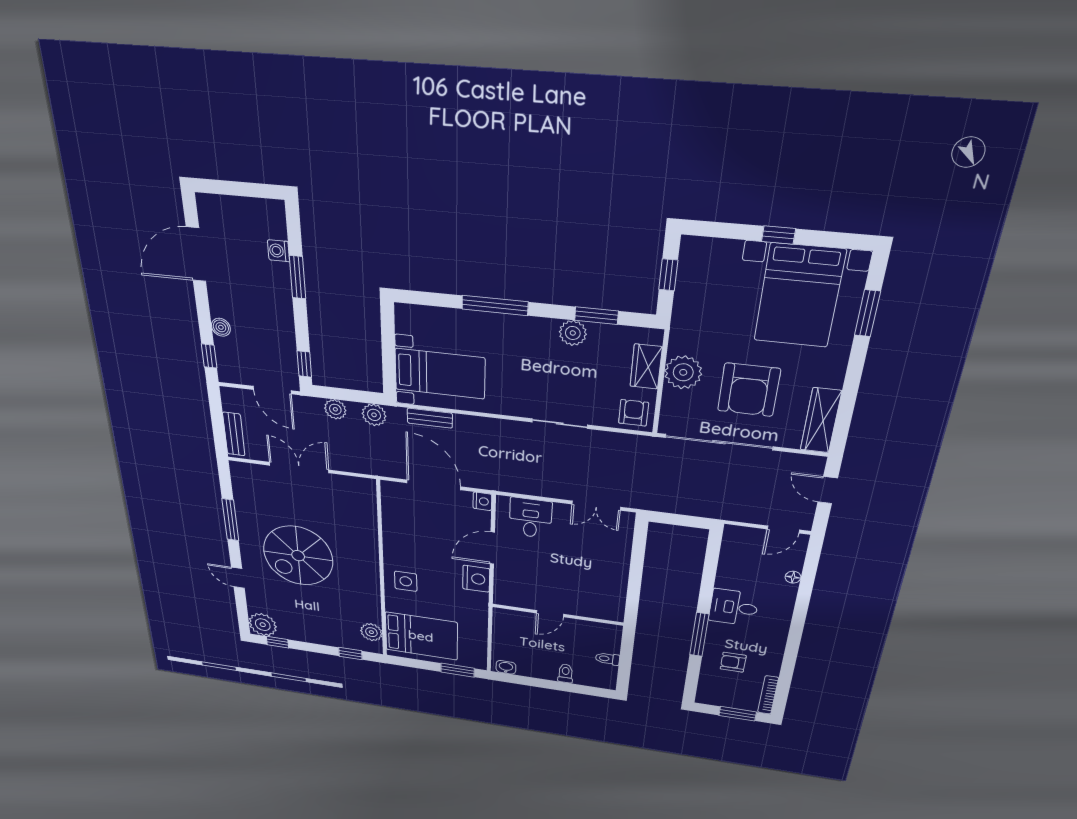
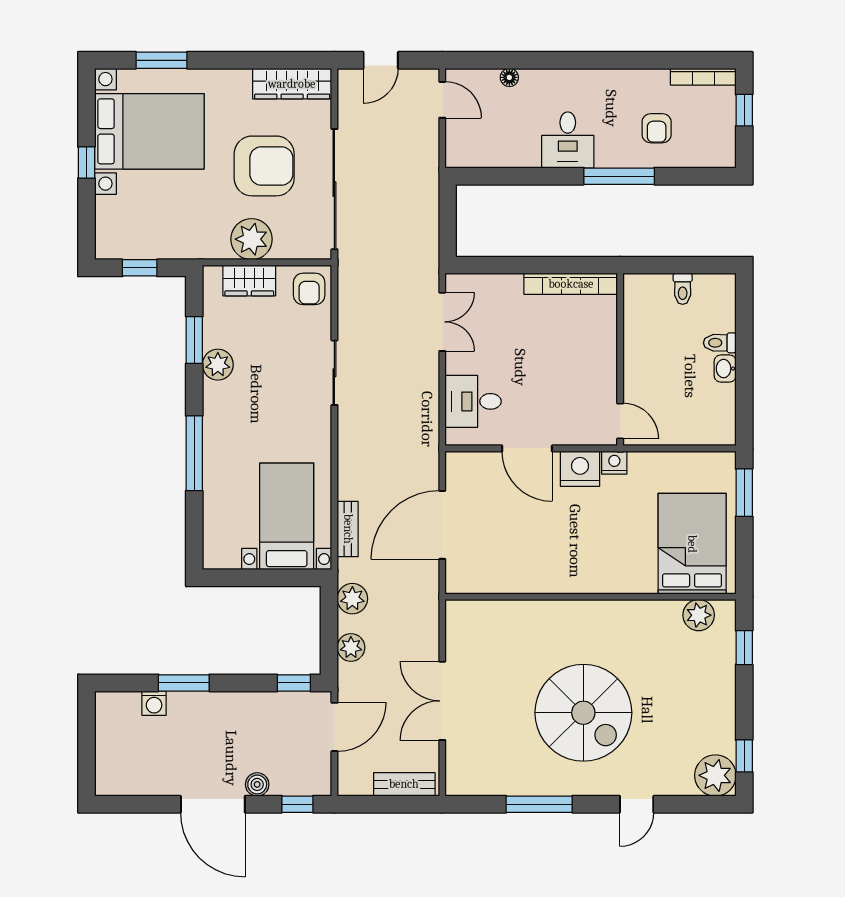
door: (196, 254) -> (213, 804), moved
armchair: (634, 413) -> (309, 289), turned -90
nightstand: (482, 501) -> (614, 463), moved
side table: (406, 581) -> (601, 564), removed
bookcase: (618, 593) -> (571, 284), added
door: (550, 614) -> (620, 421), moved
washbasin: (506, 667) -> (725, 369), moved
window: (738, 714) -> (744, 110), width x0.67

